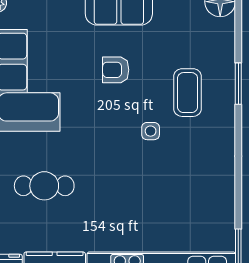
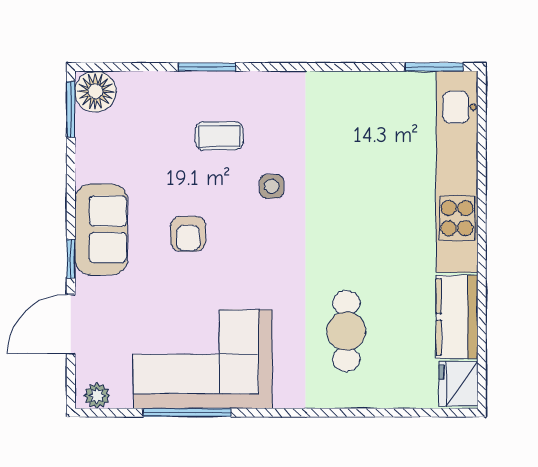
coffee table: (188, 93) -> (219, 136), width x0.73, depth x0.77

